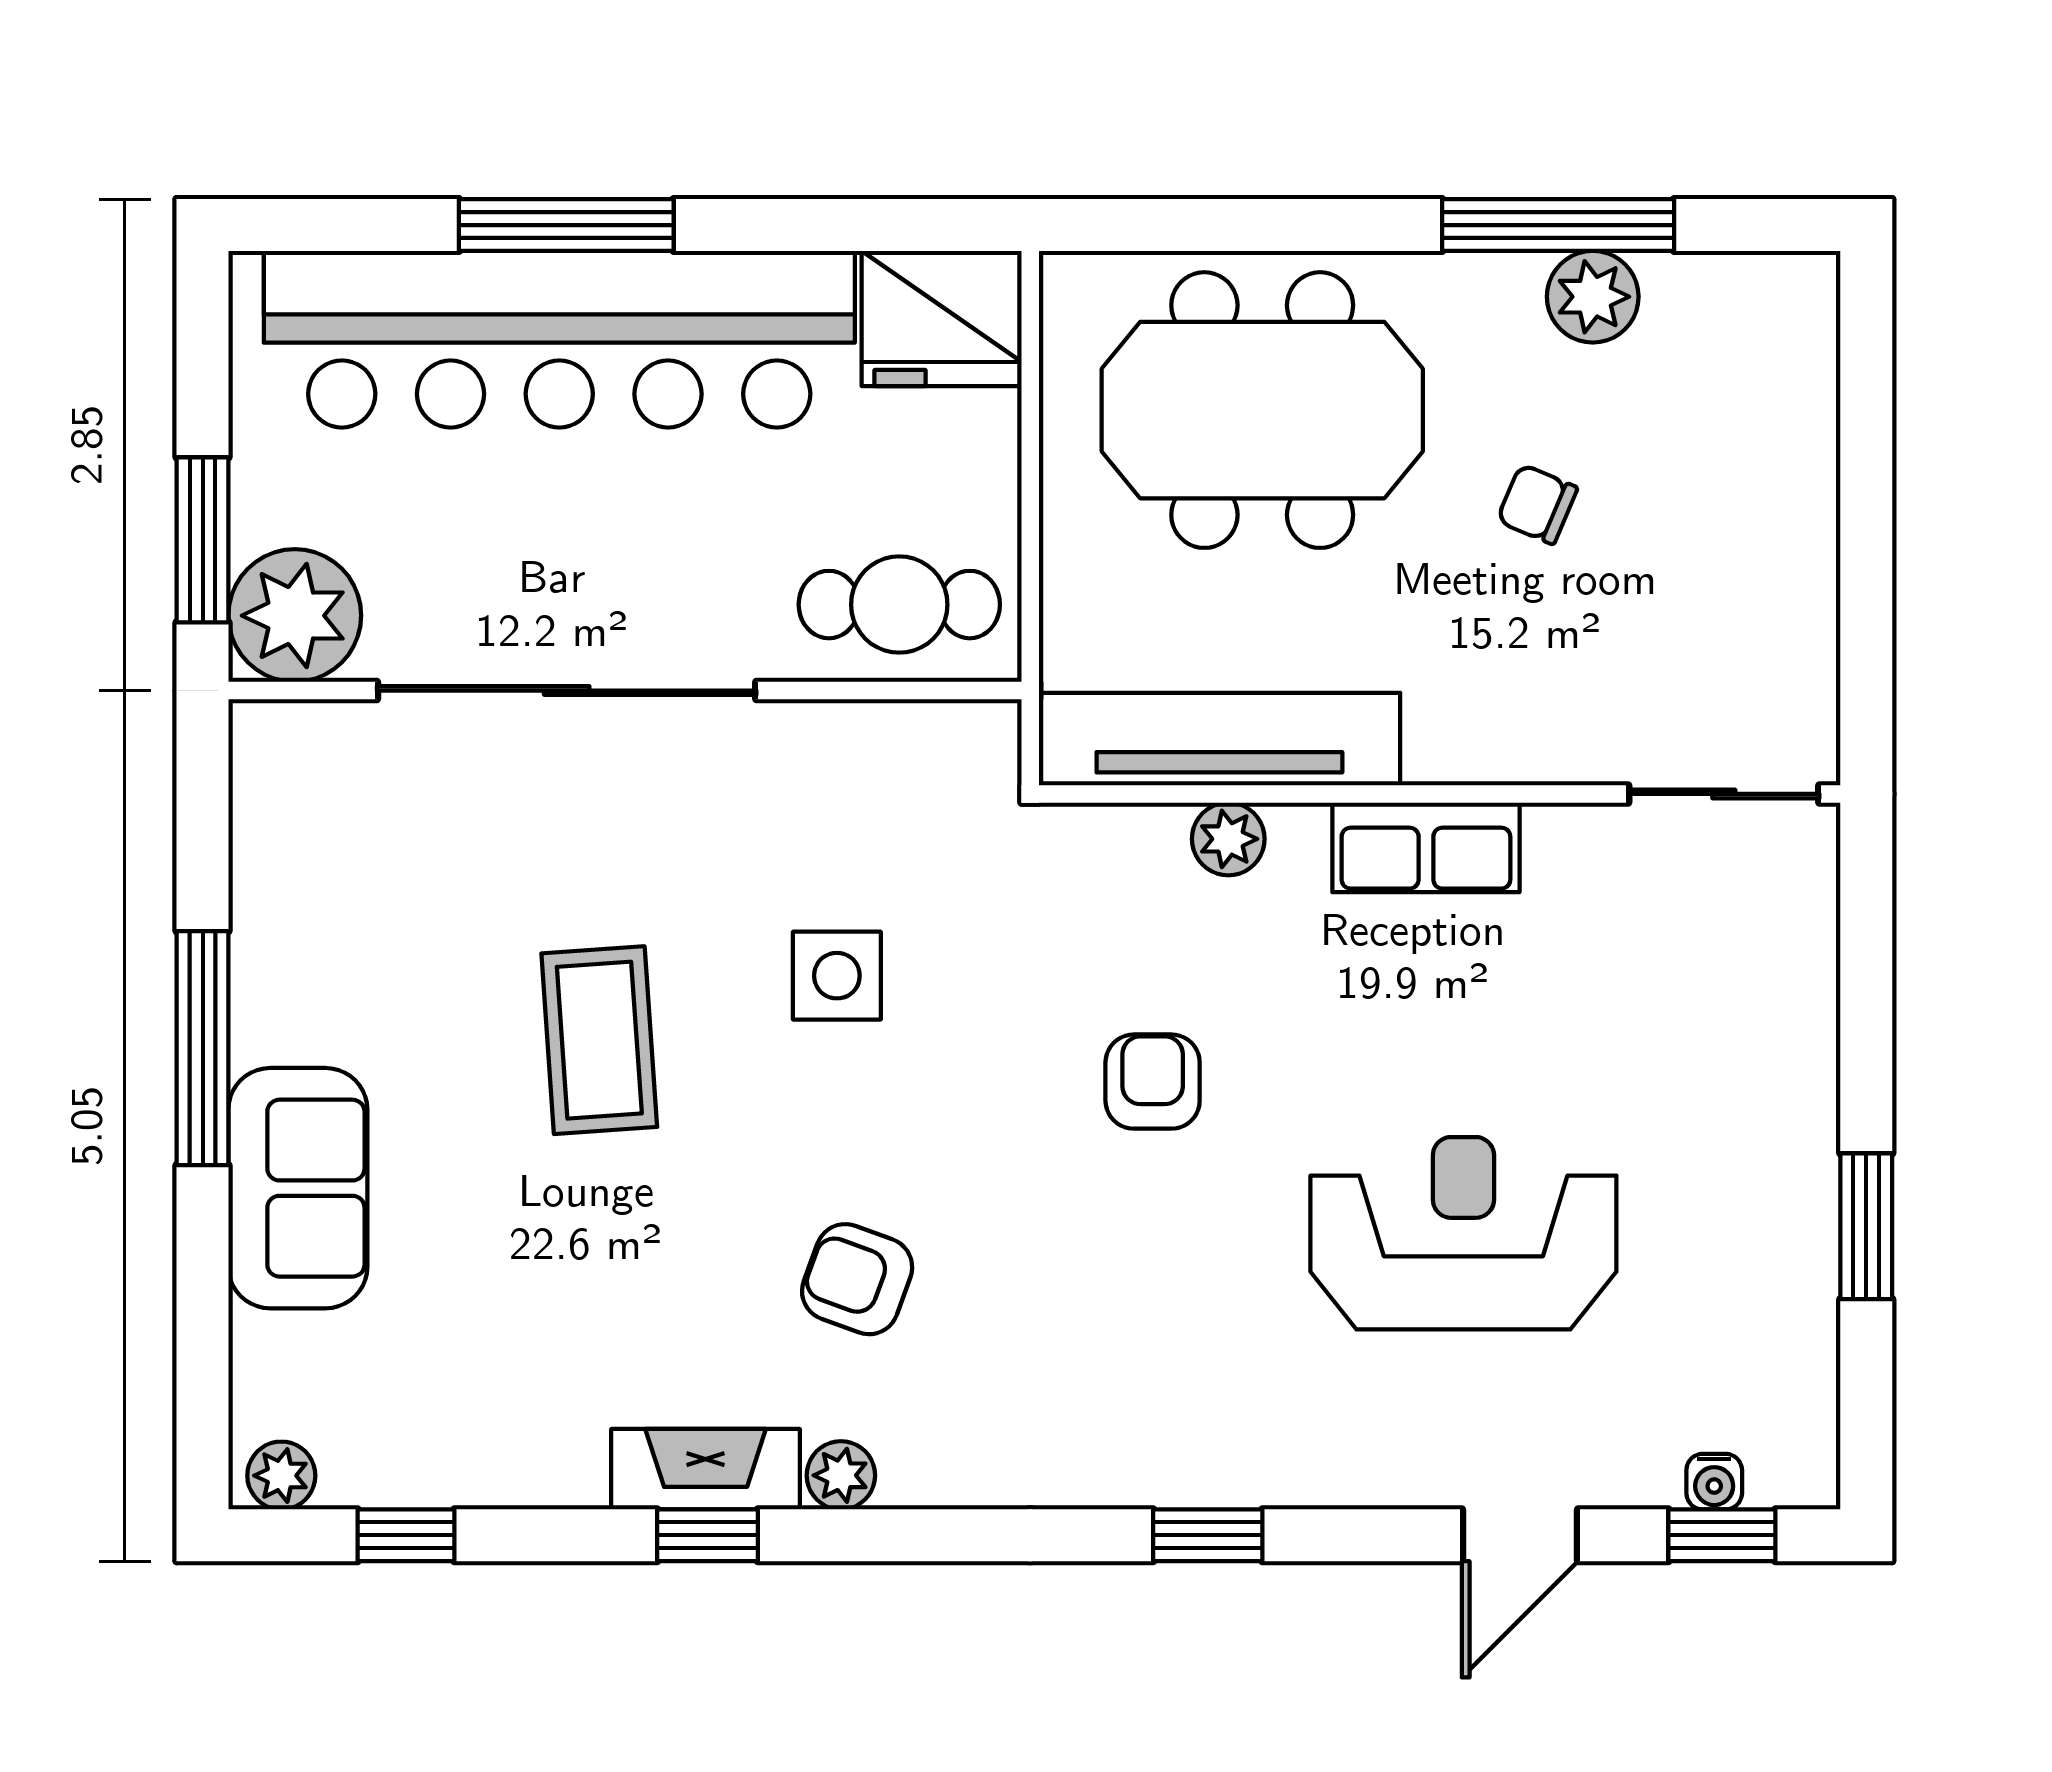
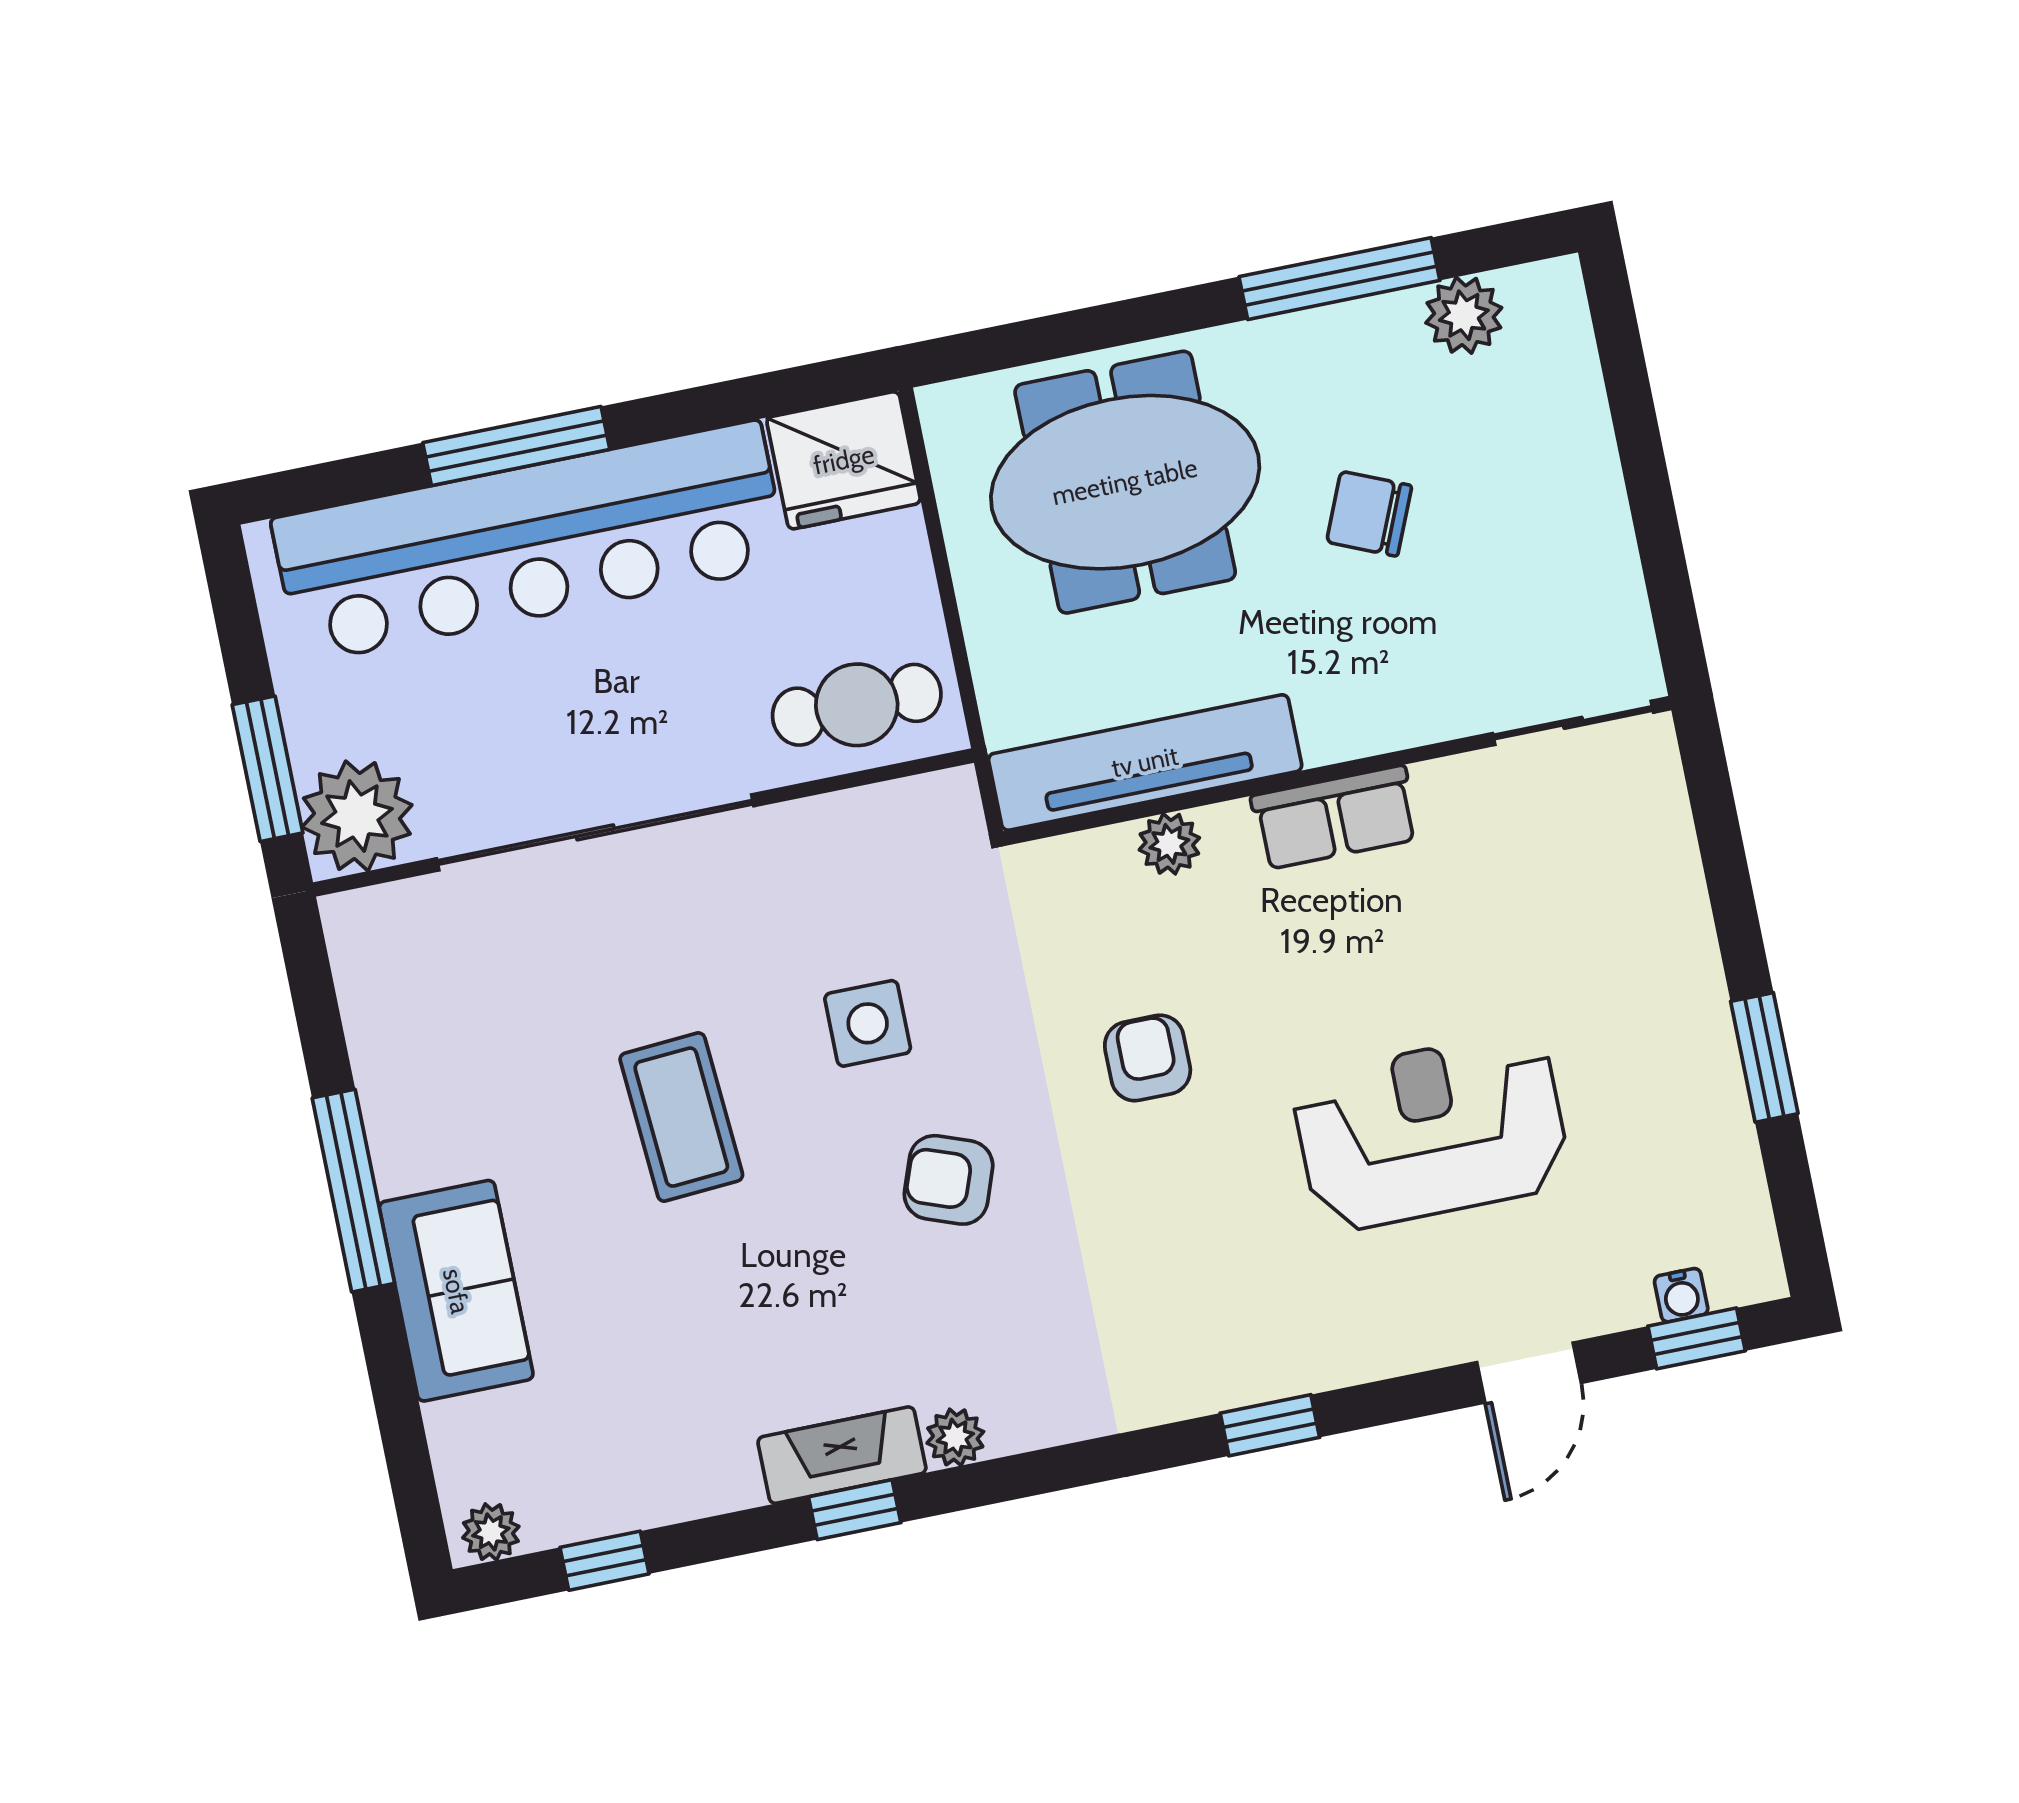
plant: (1593, 297) -> (1464, 315), moved
chair: (1537, 504) -> (1369, 514), width x1.37, depth x1.37
armchair: (857, 1279) -> (949, 1180), moved

